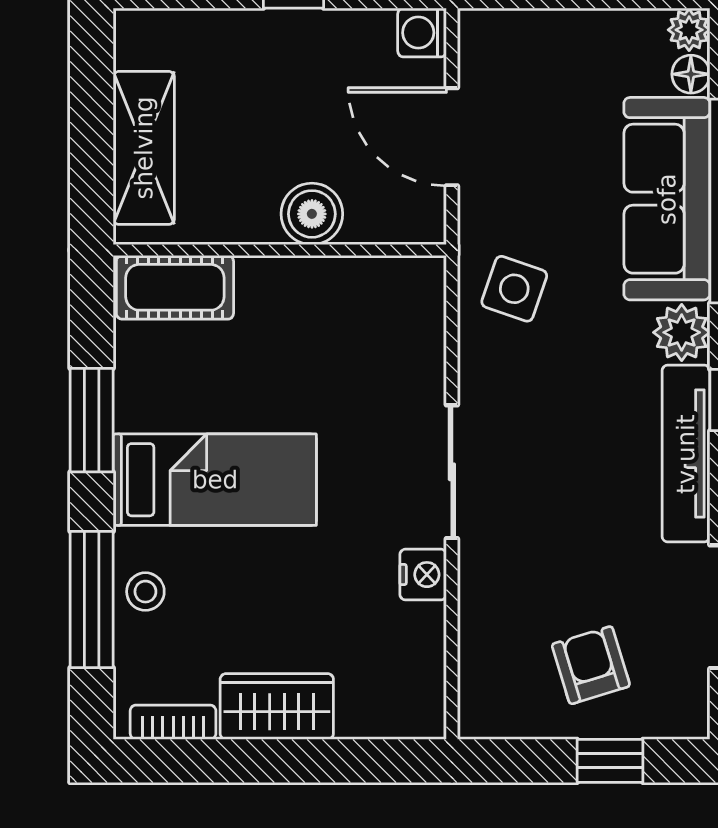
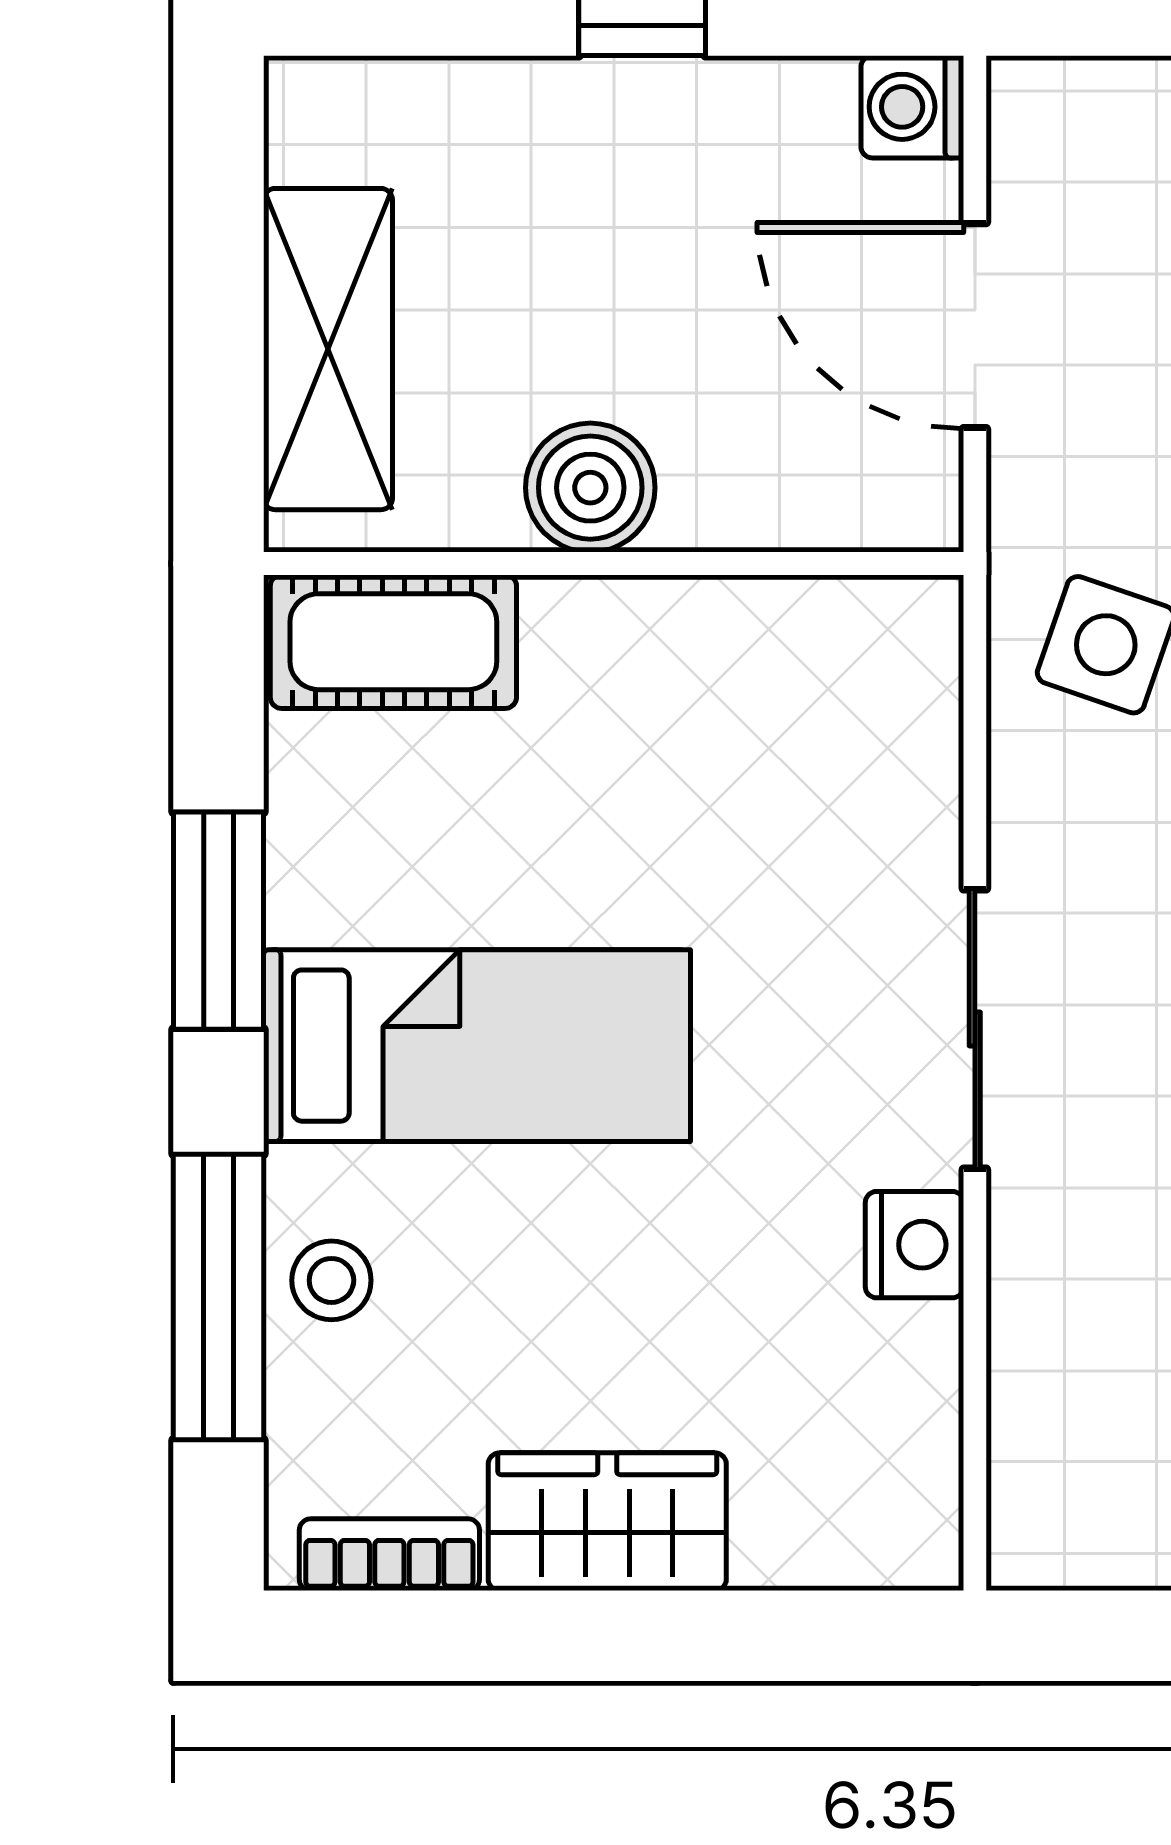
boiler: (312, 214) -> (590, 488), moved

